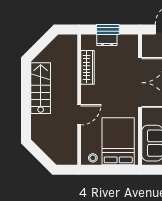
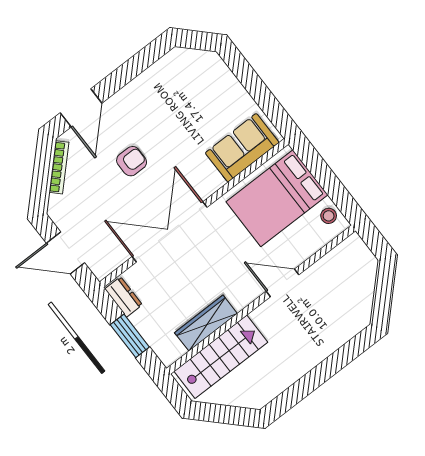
dresser: (107, 40) -> (123, 297), moved
stairs: (41, 88) -> (221, 357), moved, turned 180

